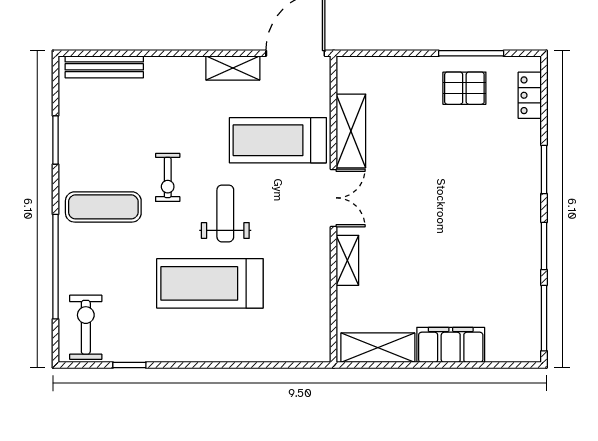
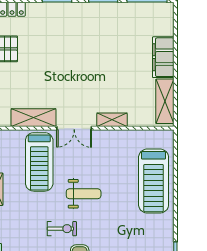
double door: (334, 198) -> (74, 128), swing flipped
weight bench: (225, 213) -> (84, 194), turned 180
treadmill: (210, 283) -> (154, 181), moved

